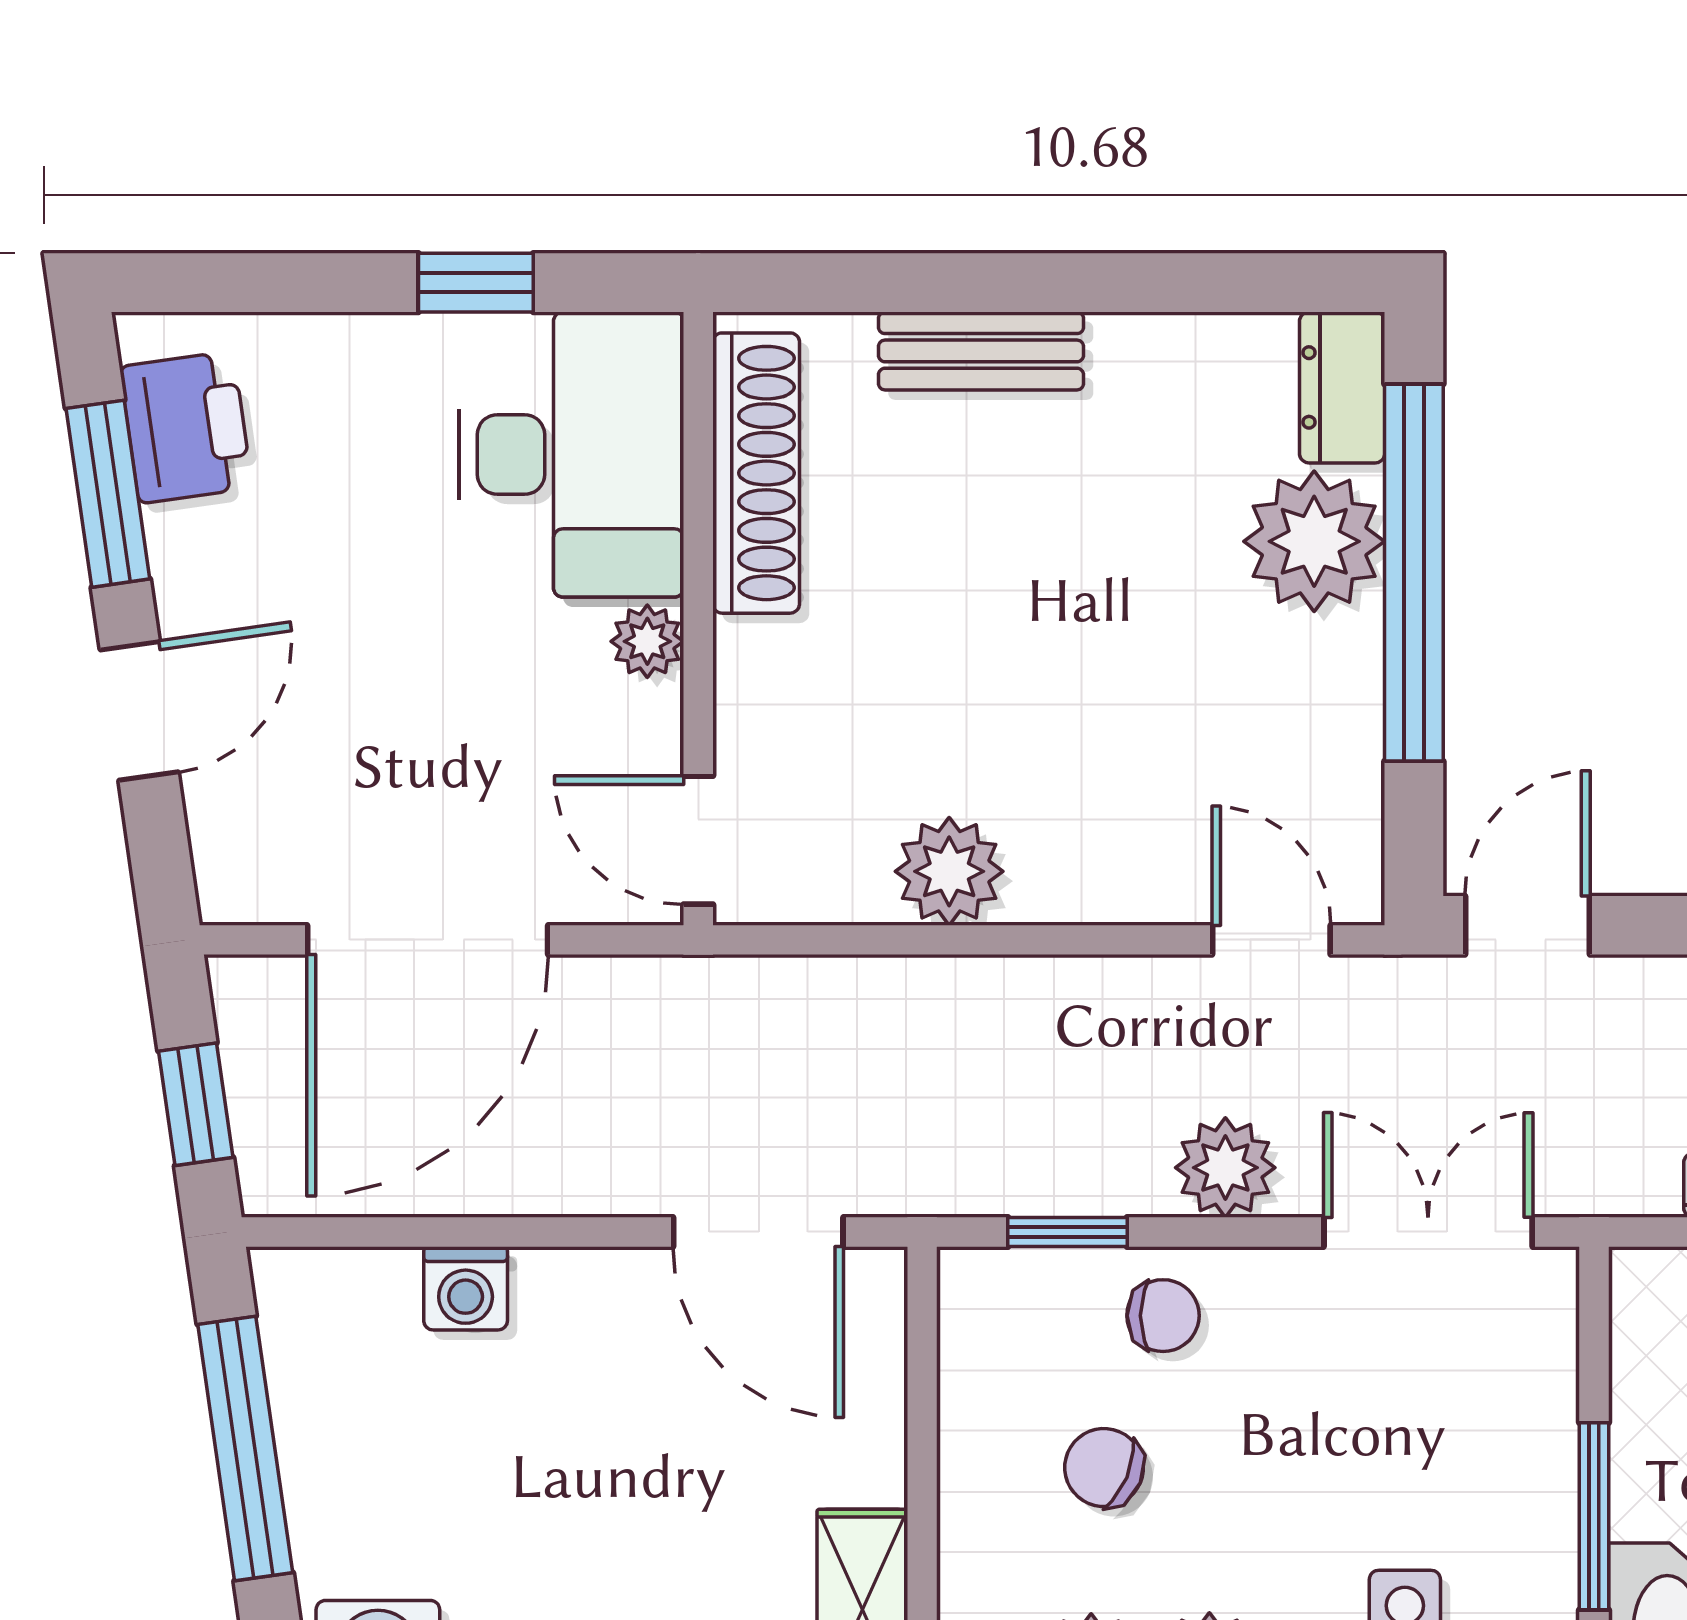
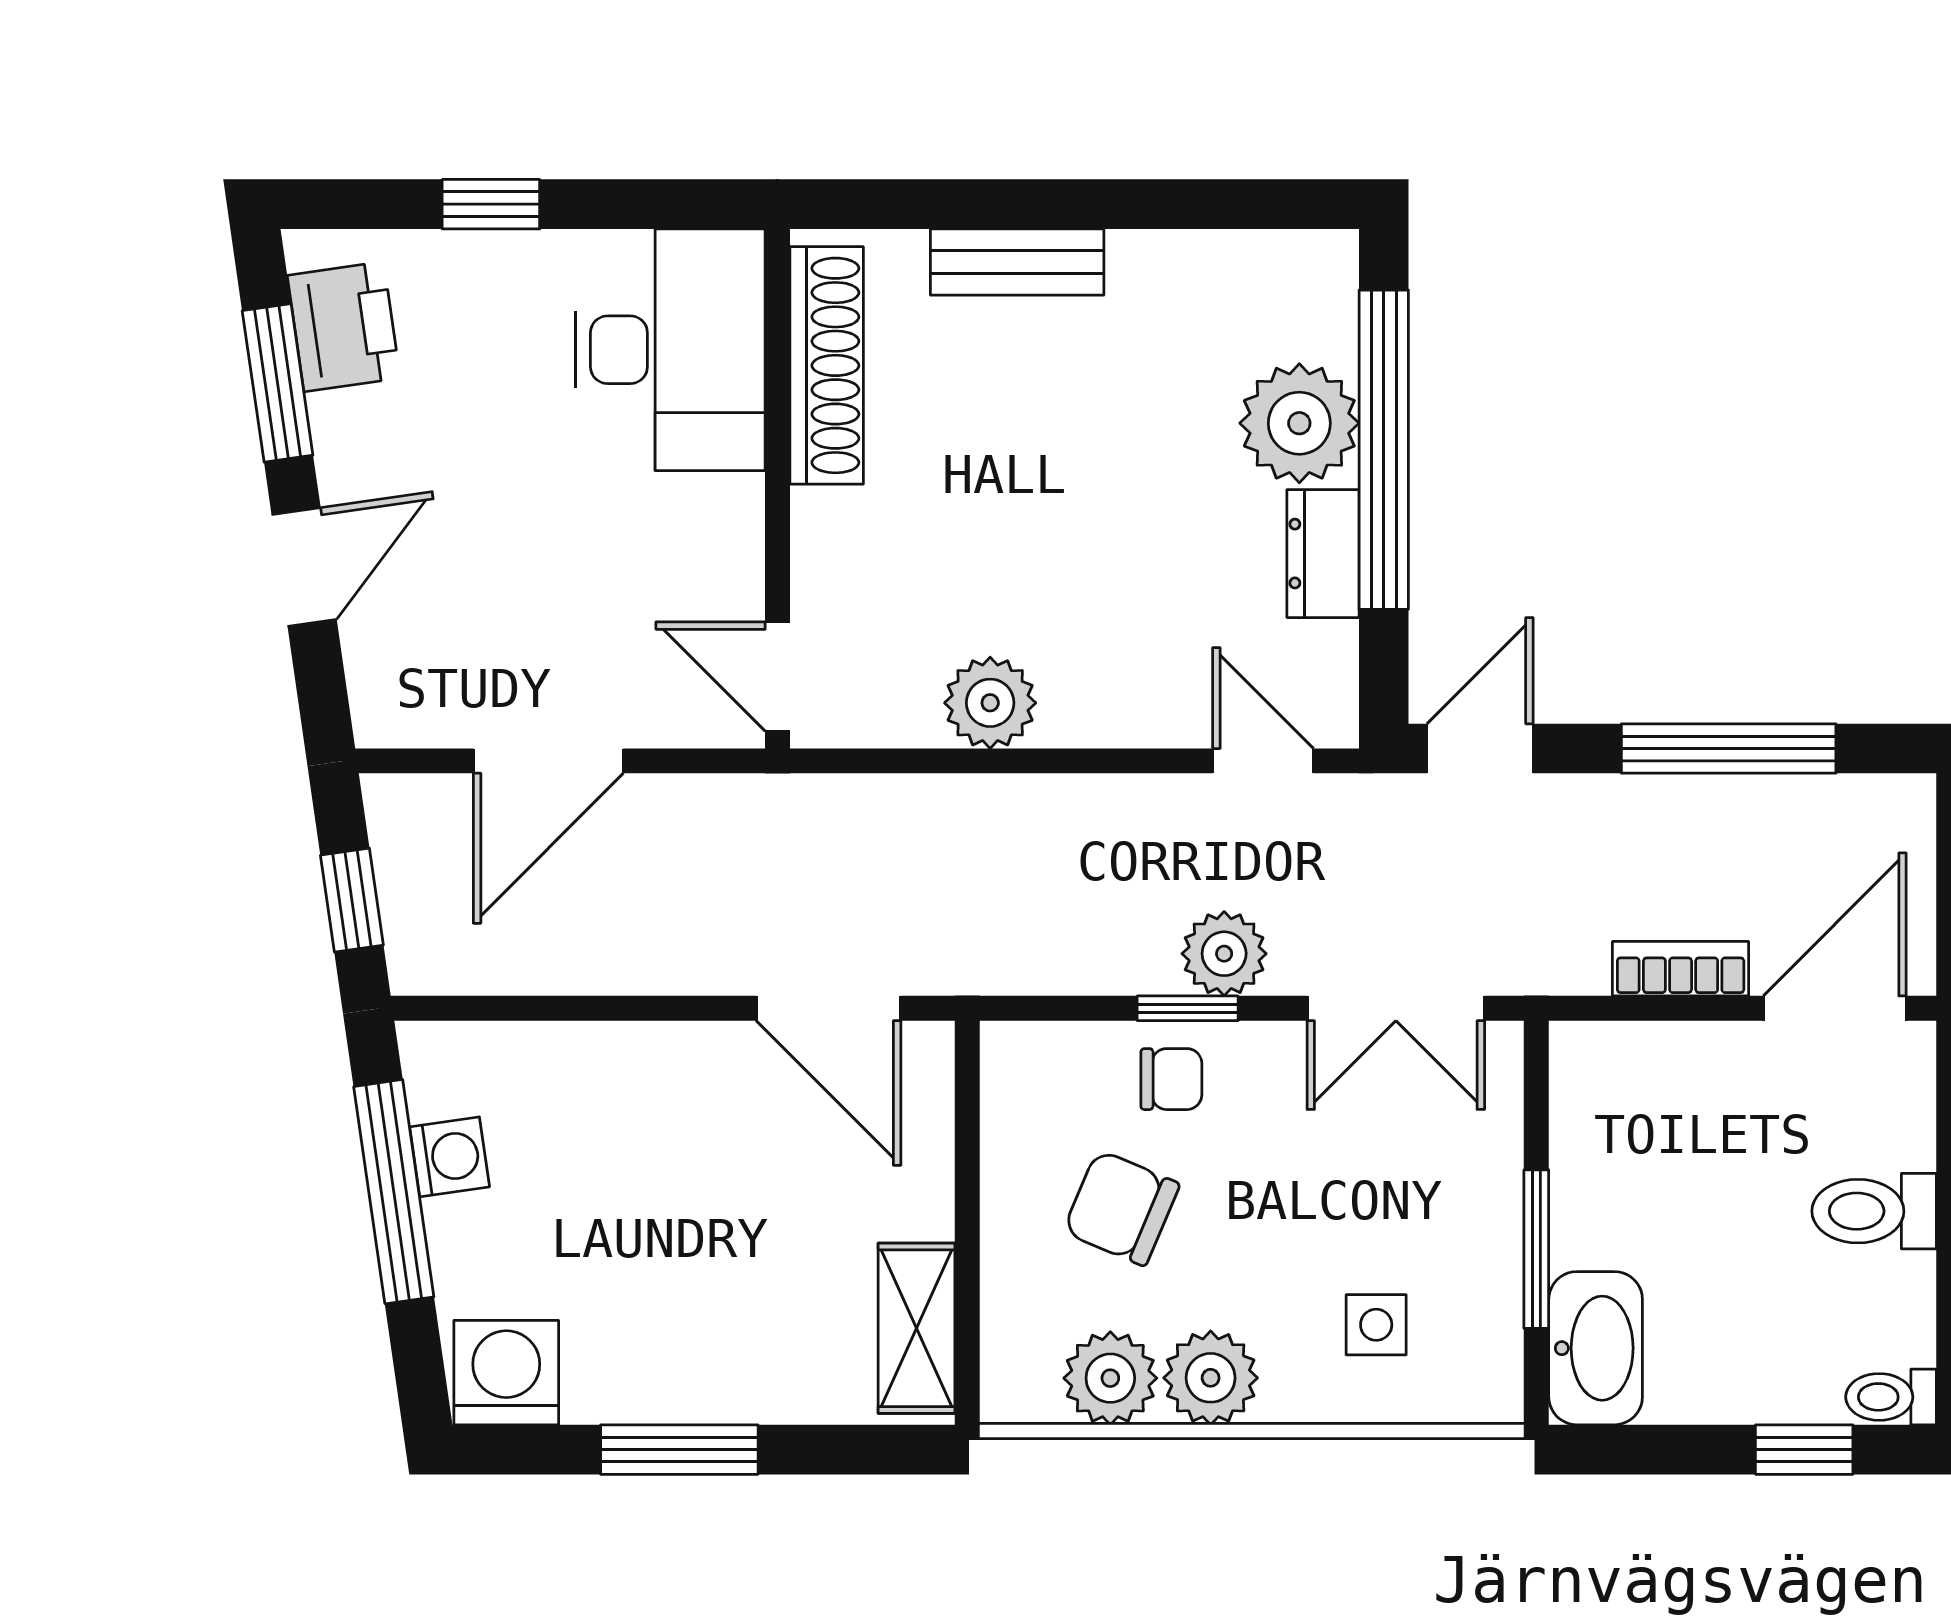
window: (476, 283) -> (491, 204), moved
dresser: (1342, 387) -> (1323, 554), moved
plant: (647, 641) -> (734, 508), removed
door: (428, 940) -> (548, 761), width x0.73
window: (1068, 1232) -> (1188, 1008), moved
double door: (1428, 1232) -> (1396, 1008), swing flipped
washing machine: (466, 1288) -> (450, 1157), moved, turned -98
chair: (1104, 1468) -> (1121, 1208), width x1.37, depth x1.37

